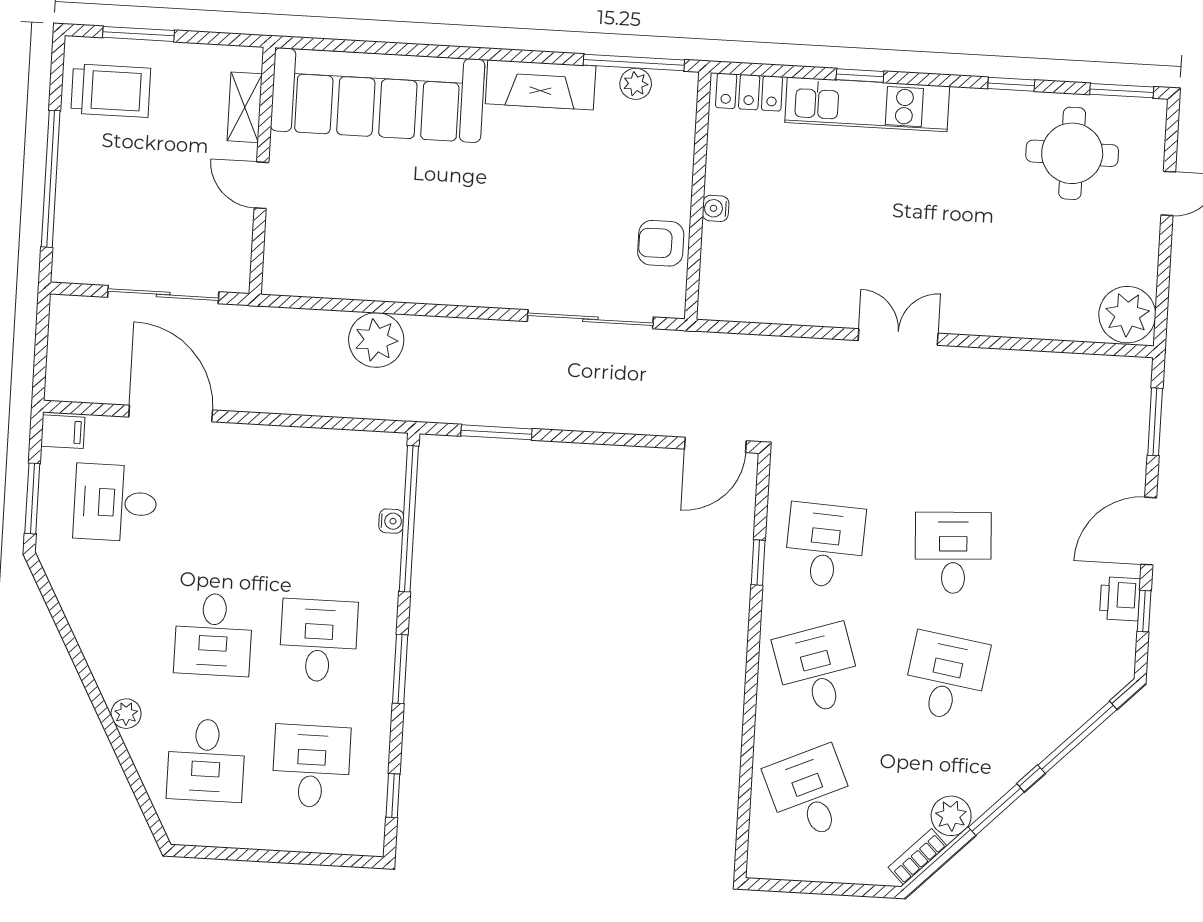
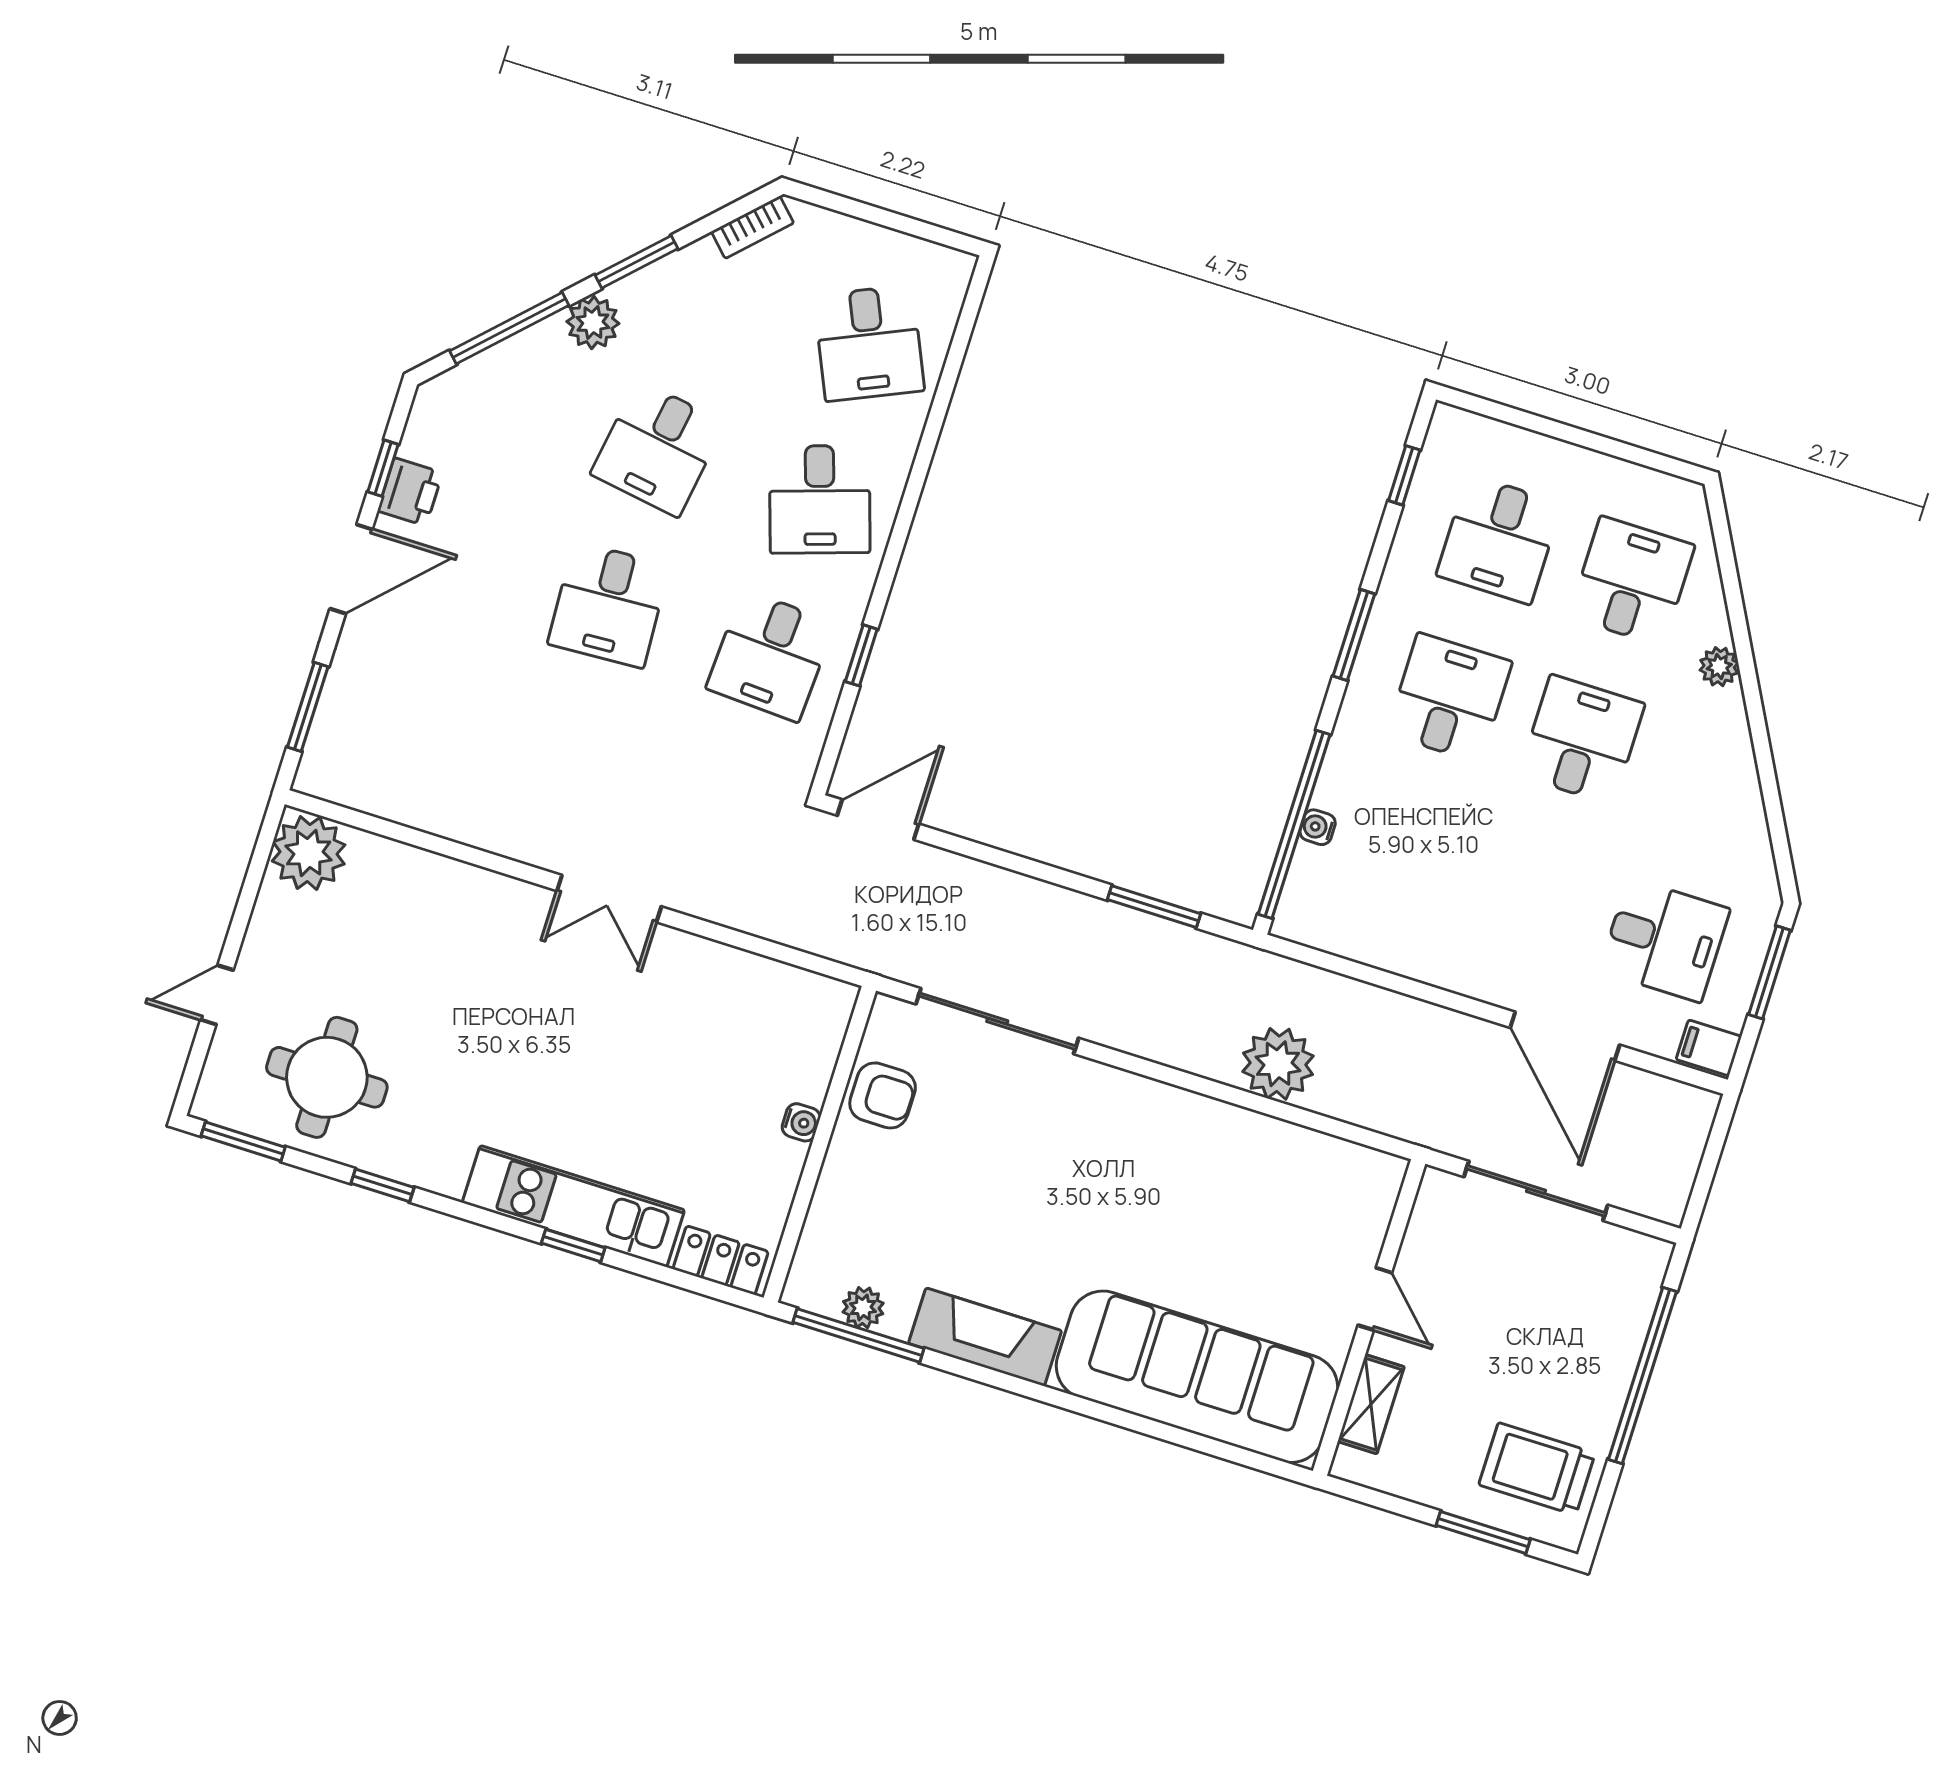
desk: (319, 641) -> (1449, 698), turned 180
plant: (951, 816) -> (593, 323), moved

